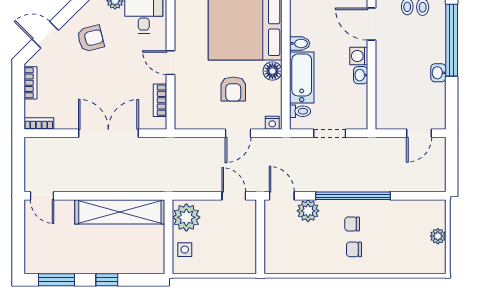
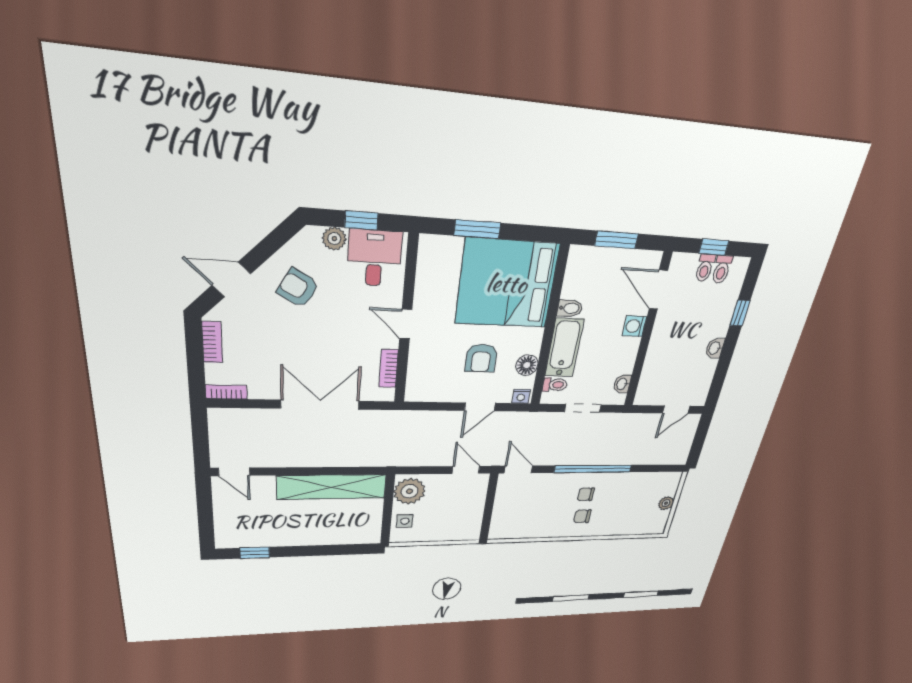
armchair: (91, 38) -> (298, 288), turned -136
window: (452, 40) -> (740, 313), width x0.32
floor lamp: (272, 71) -> (527, 365), moved
washbasin: (361, 75) -> (622, 384), moved
plant: (308, 211) -> (543, 483), removed
window: (56, 280) -> (255, 553), width x0.67
window: (107, 280) -> (315, 551), removed

